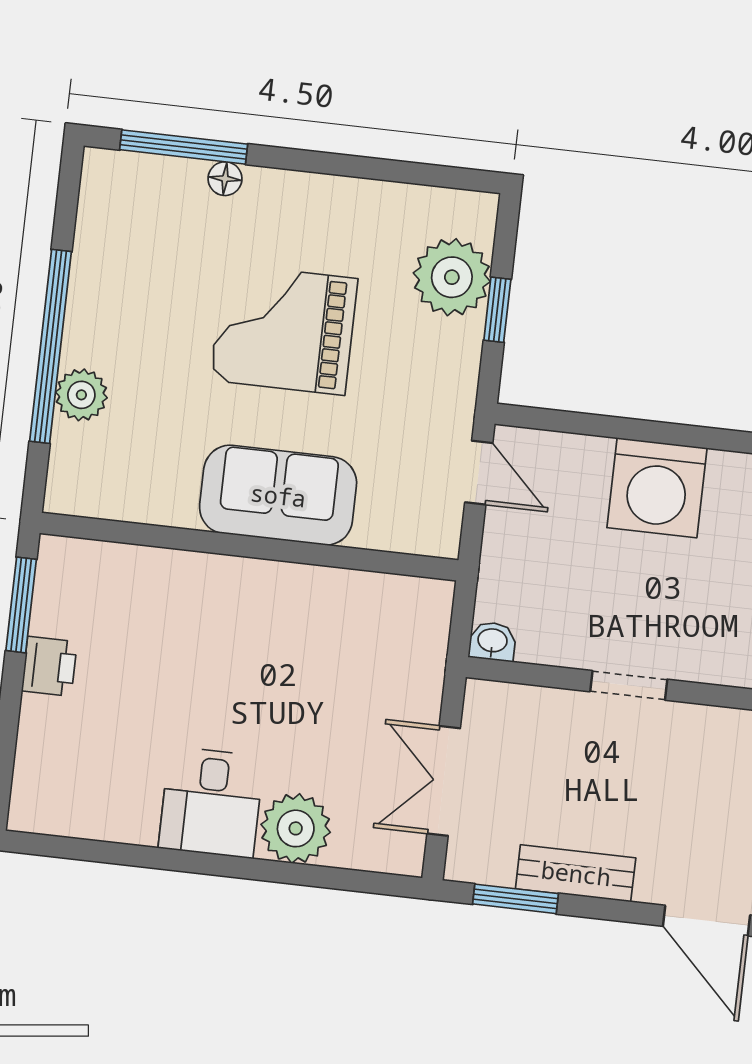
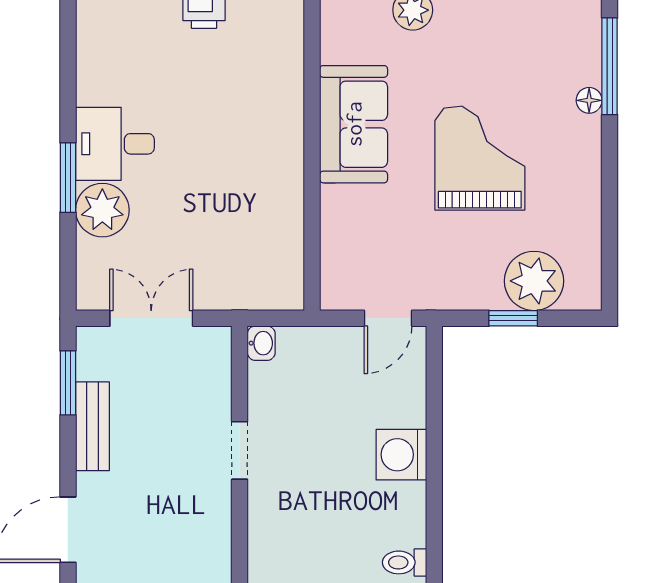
washing machine: (657, 488) -> (401, 455), width x0.73, depth x0.73
sofa: (278, 495) -> (354, 124), moved
window: (248, 868) -> (68, 178), added

